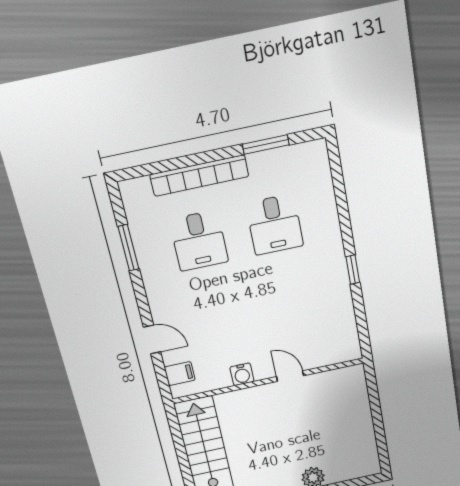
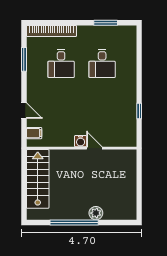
bookcase: (199, 176) -> (51, 31), moved
window: (353, 270) -> (139, 111), moved
water cooler: (242, 374) -> (81, 141), moved

